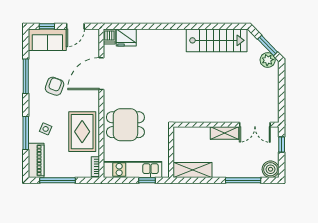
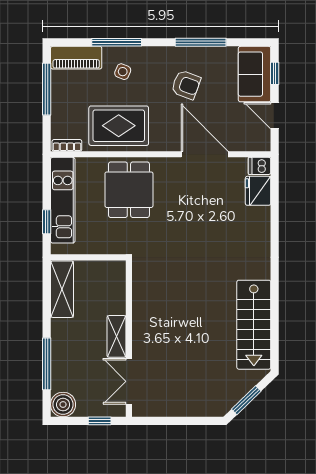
plant: (268, 60) -> (225, 400), removed

